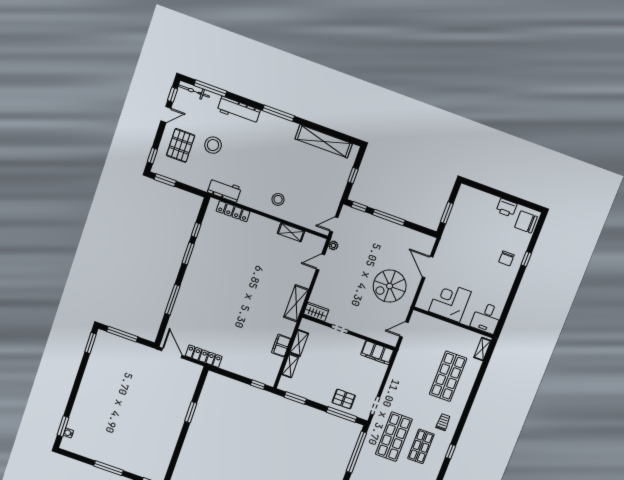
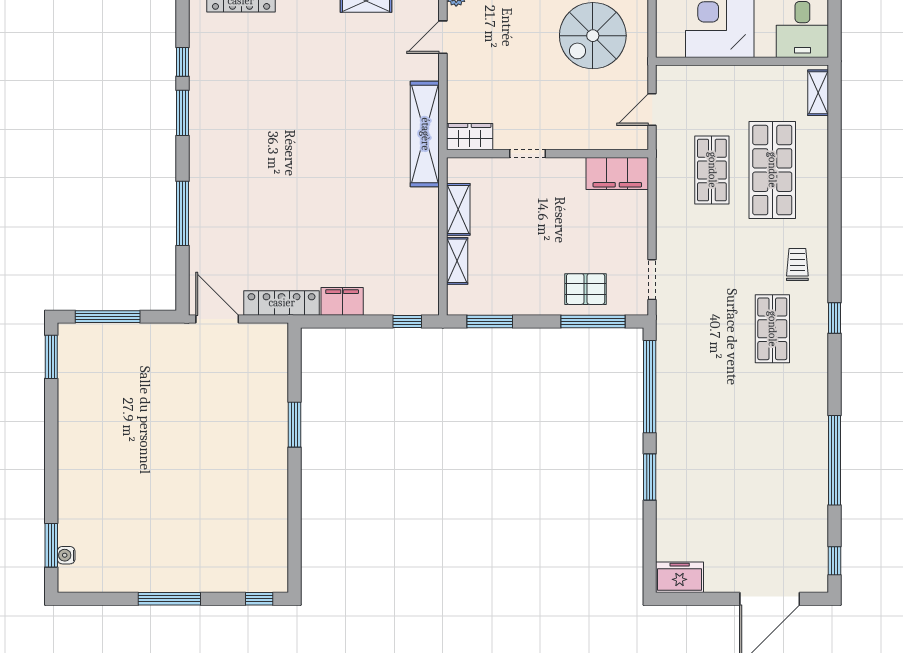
shelving: (296, 303) -> (425, 134), width x1.47
filing cabinet: (281, 346) -> (342, 301), moved, turned 90
shop shelf: (394, 437) -> (712, 170), moved, width x0.70, depth x0.74

